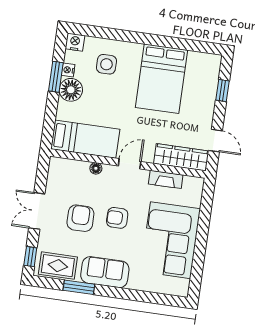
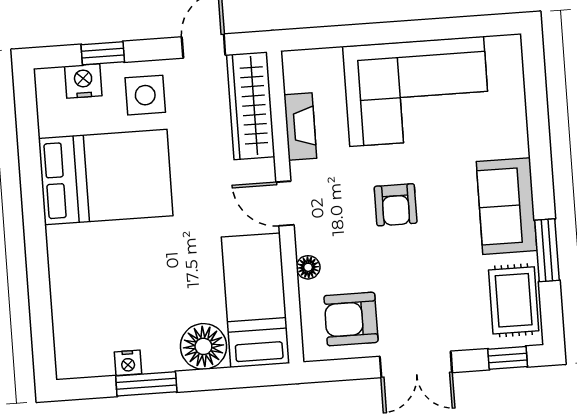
nightstand: (75, 42) -> (83, 81), moved, turned 90
side table: (106, 64) -> (145, 95), moved
floor lamp: (71, 90) -> (203, 346), moved
armchair: (80, 218) -> (351, 319), moved

